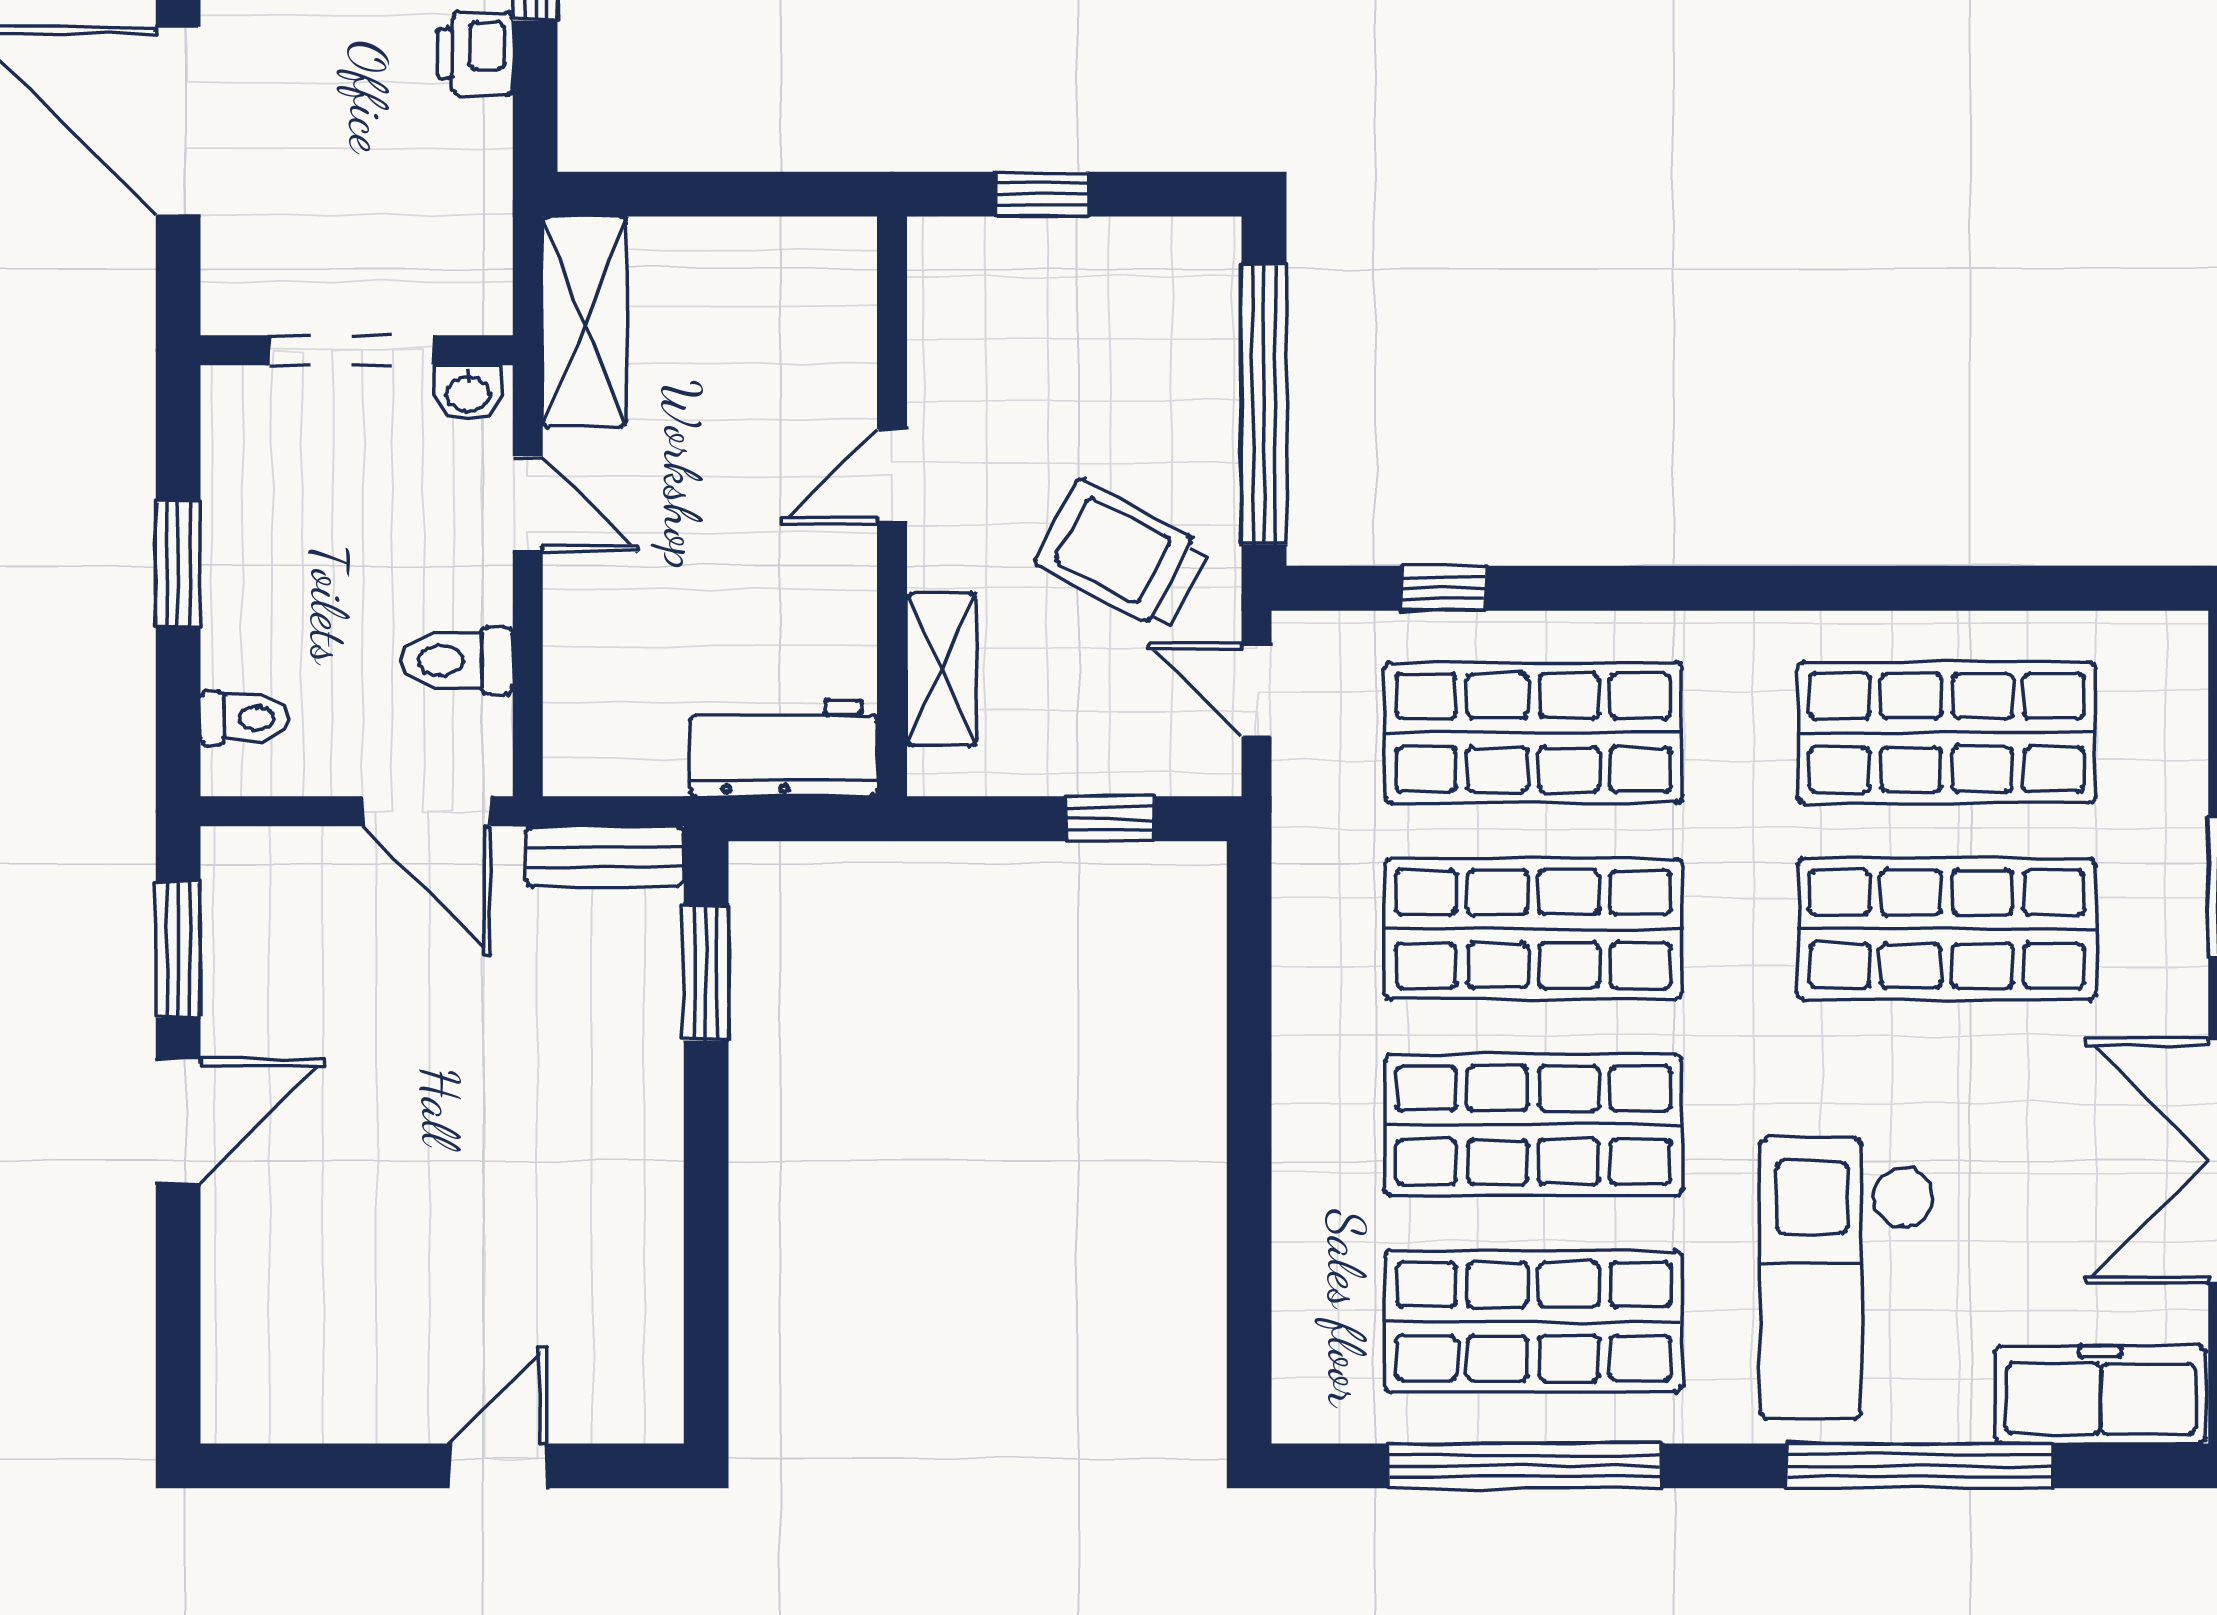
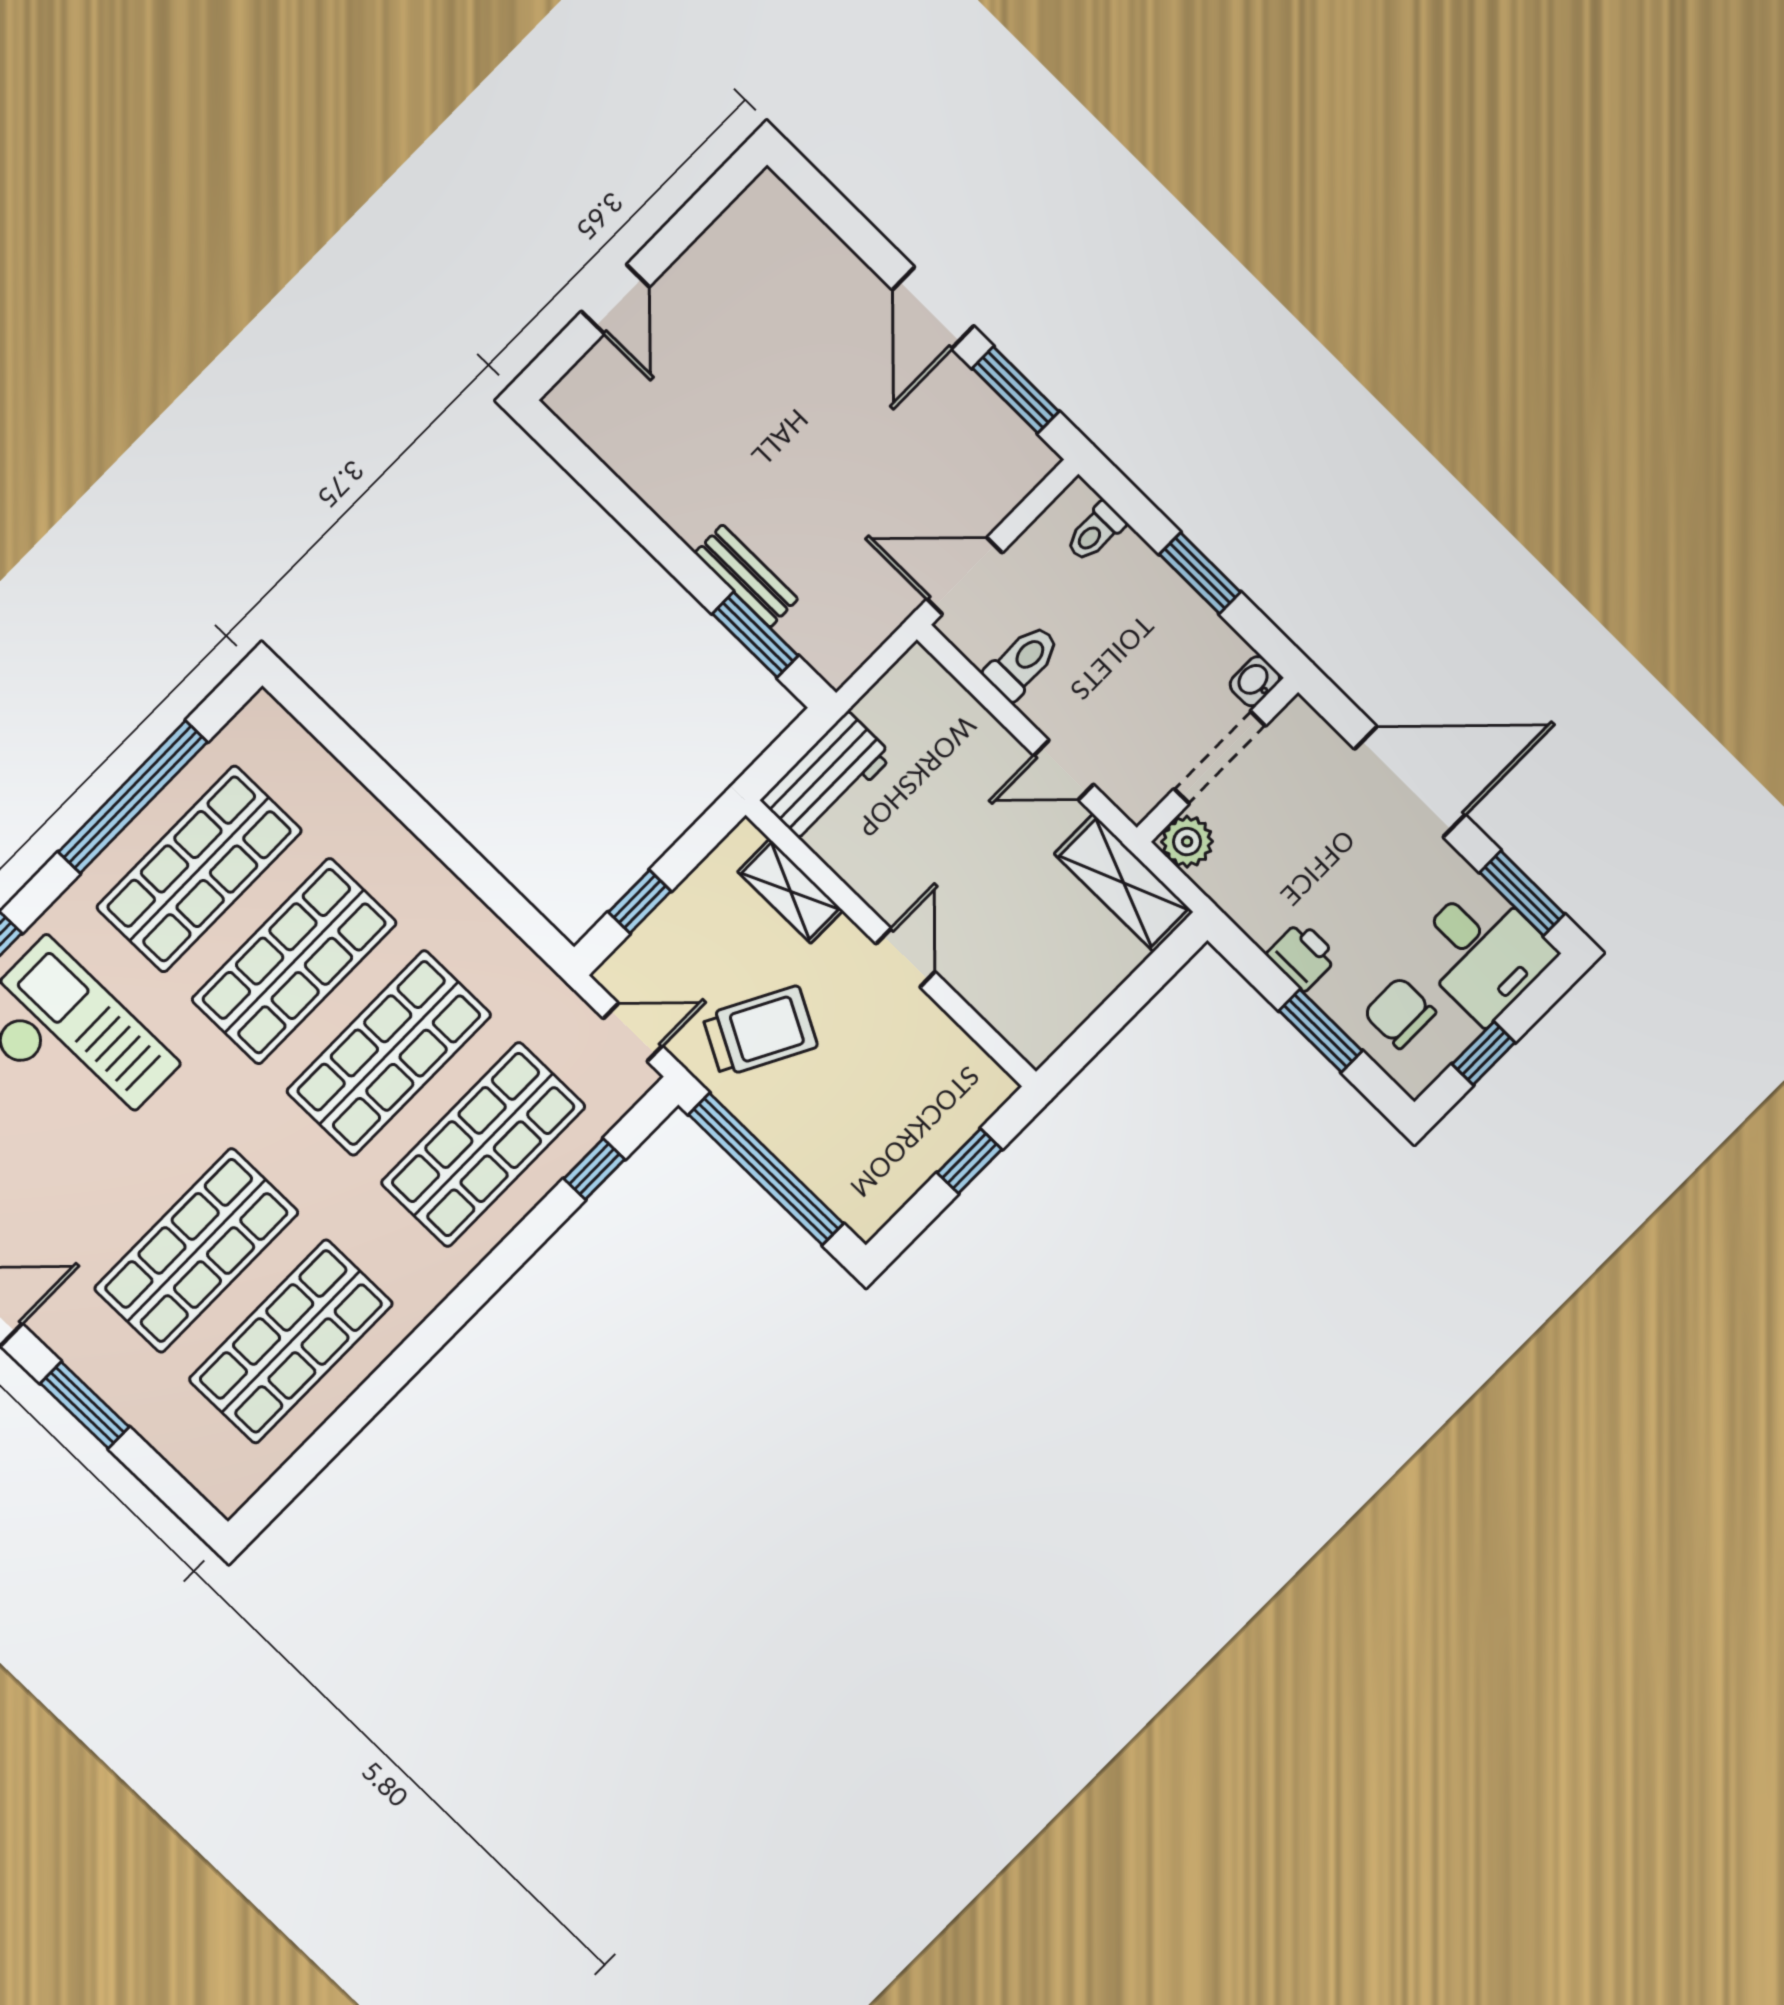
plant: (474, 297) -> (1187, 842), added
washbasin: (468, 393) -> (1255, 681), moved
bench: (605, 856) -> (746, 576), moved, turned 90

